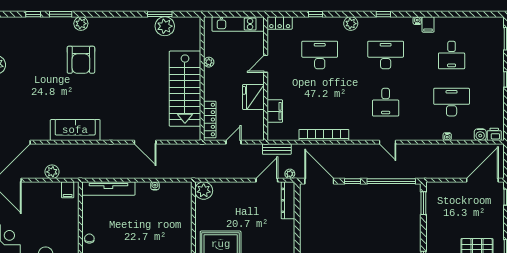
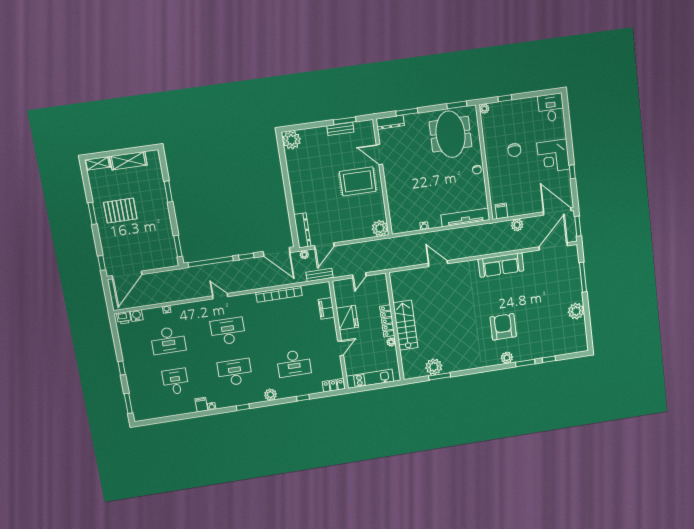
desk: (386, 55) -> (235, 372), turned 180
stairs: (185, 89) -> (405, 325), width x0.73, depth x0.66
desk: (386, 102) -> (228, 331), width x1.37
locker: (210, 120) -> (387, 321), moved

